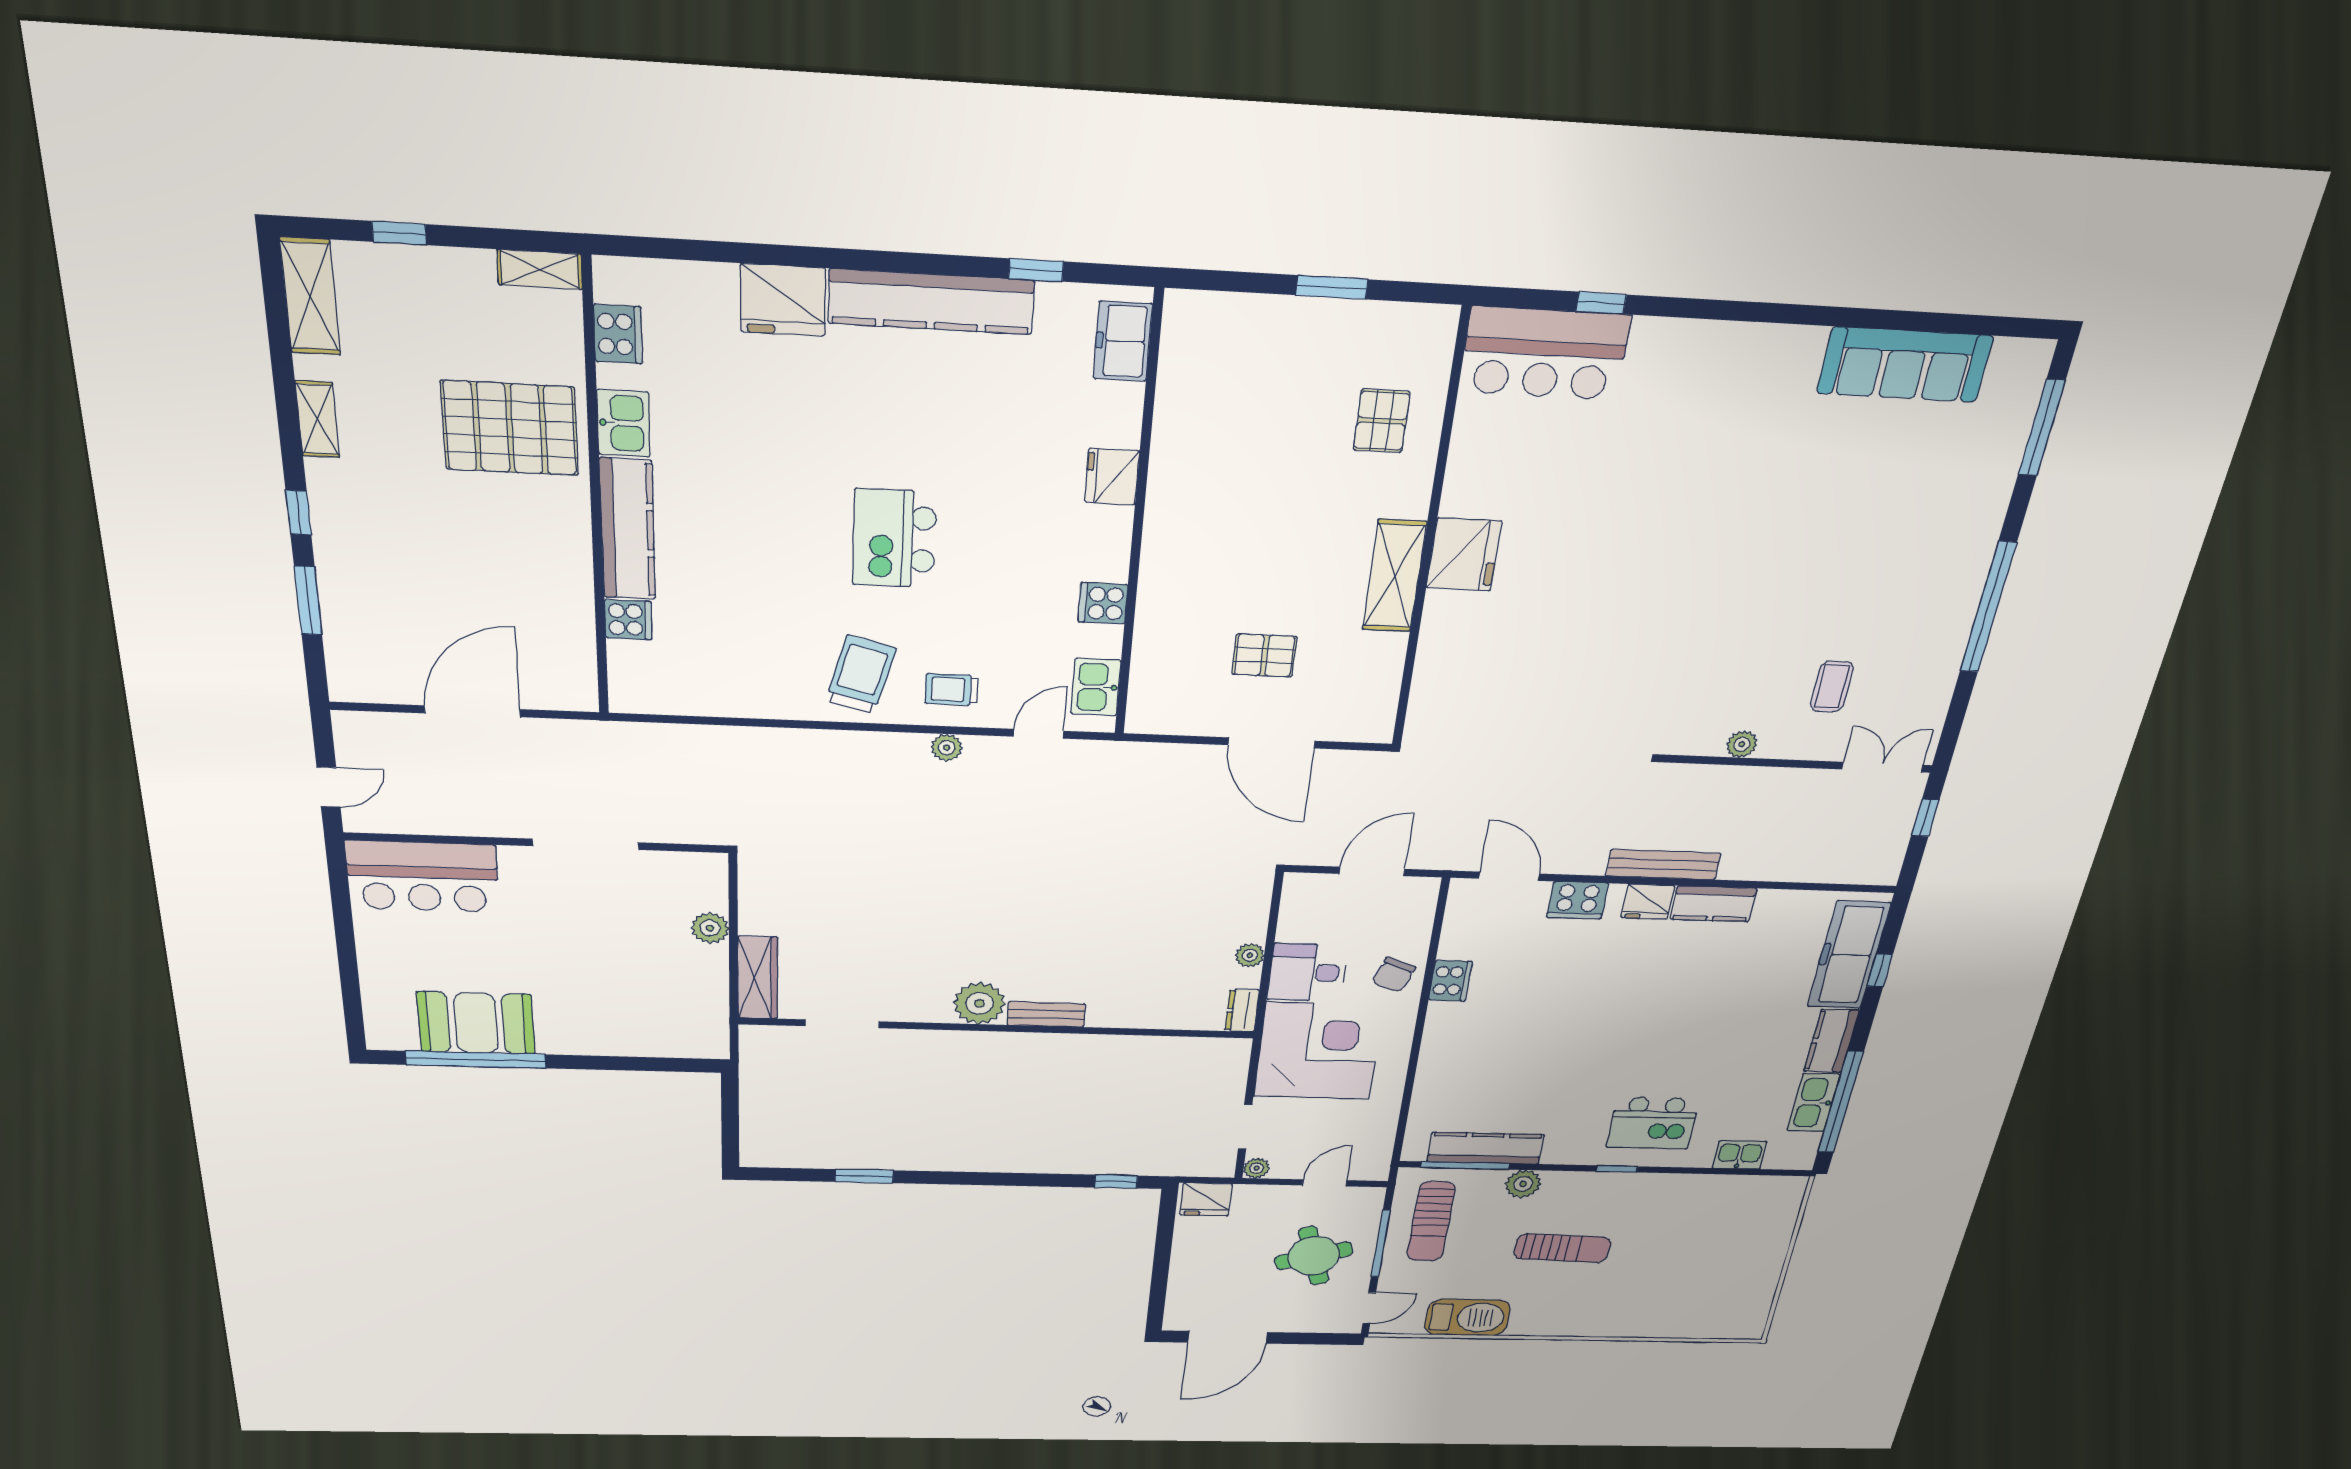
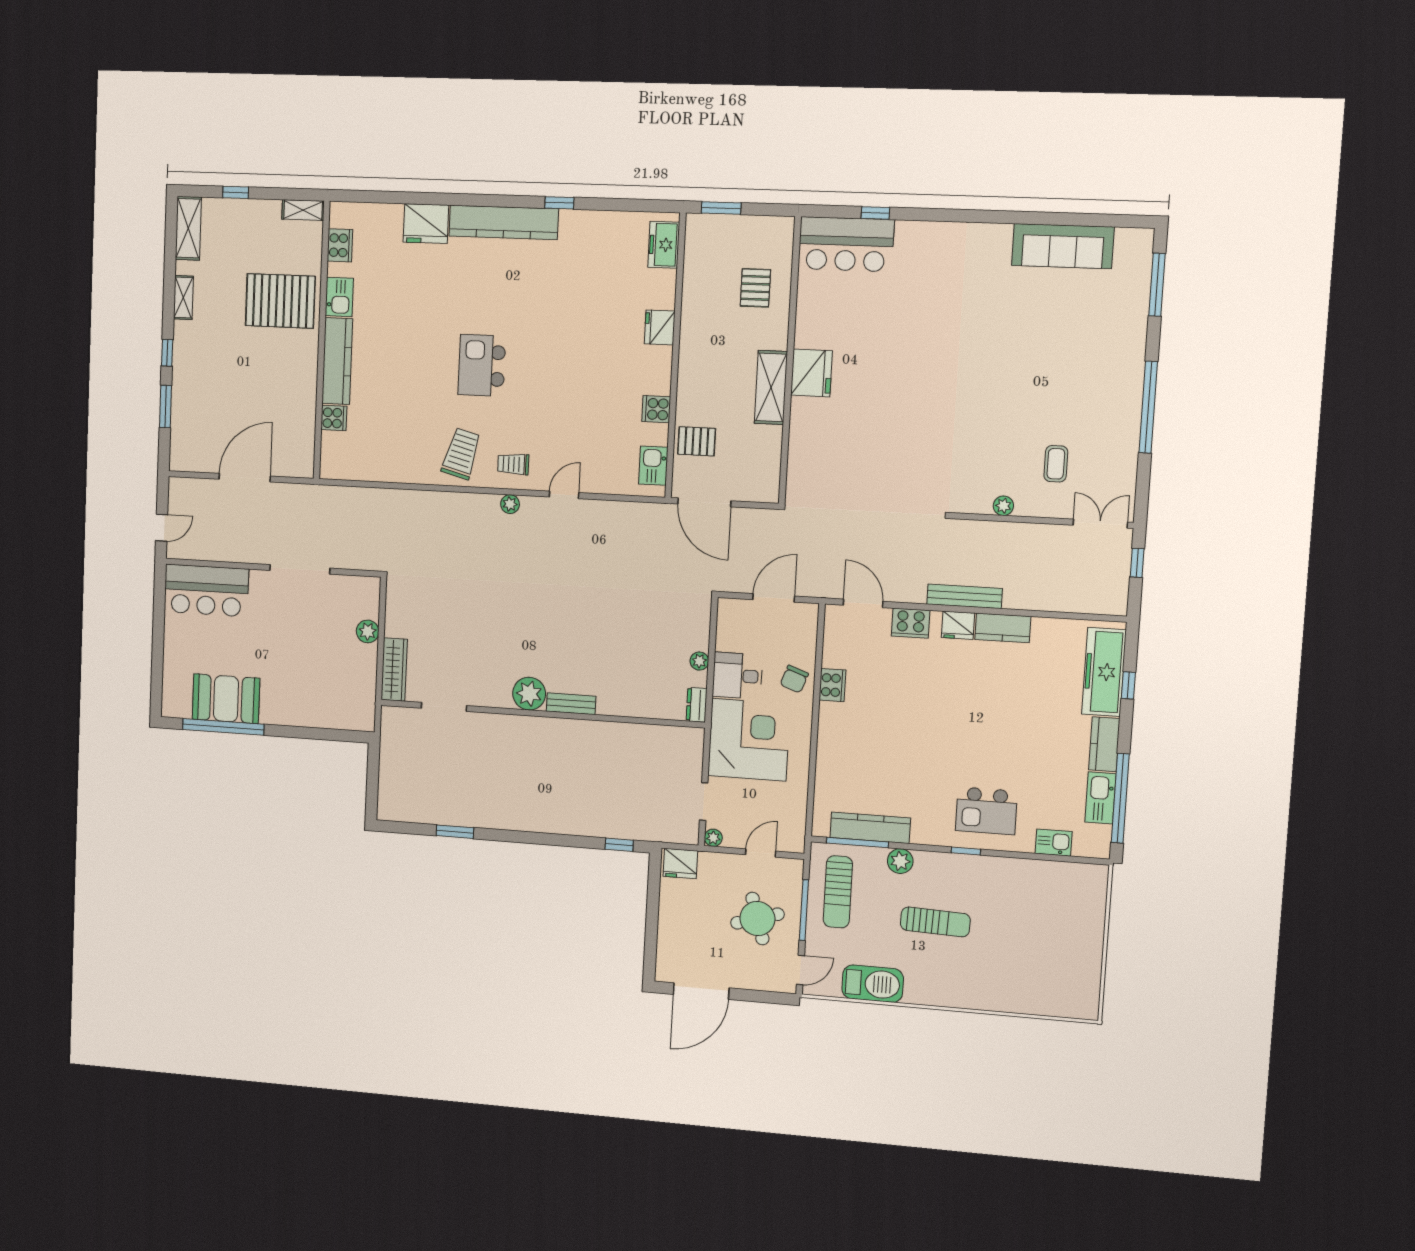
freezer: (1123, 341) -> (664, 245), moved
fridge: (1112, 477) -> (660, 327), moved
wall: (1138, 522) -> (675, 356), moved
cooker: (1103, 603) -> (656, 409), moved
kitchen sink: (1096, 687) -> (653, 466), moved

